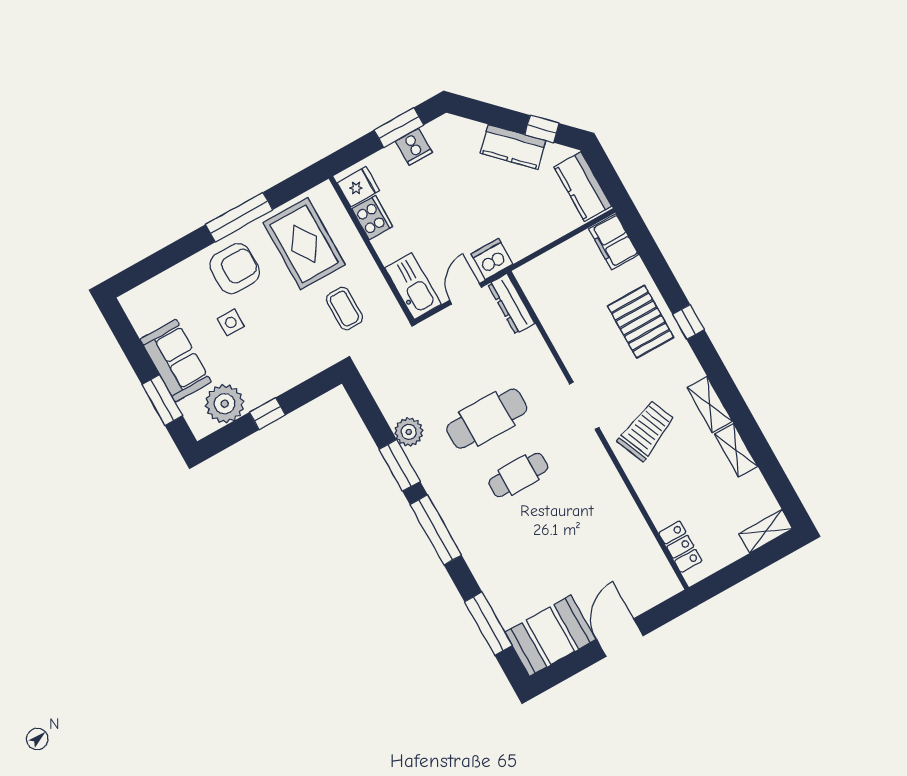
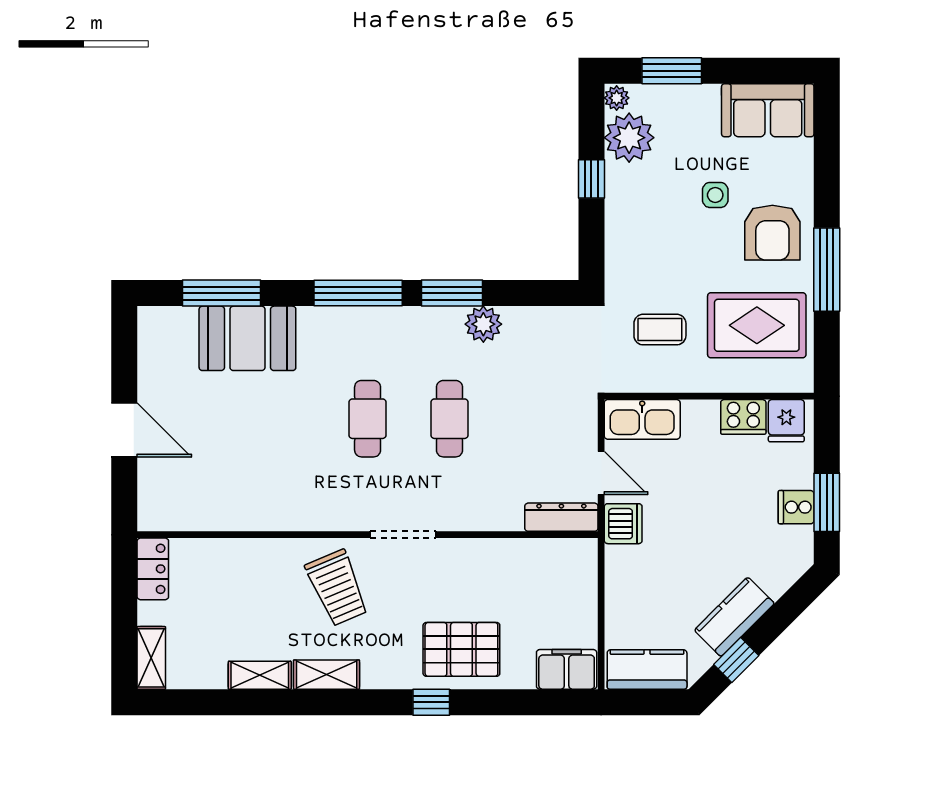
sofa: (176, 361) -> (768, 110), moved
cafe table: (487, 419) -> (449, 419), width x0.73, depth x0.74
plant: (202, 428) -> (617, 98), added
locker: (680, 547) -> (153, 569), moved, turned -90
booth: (550, 636) -> (247, 338), moved, turned 90

